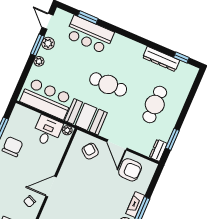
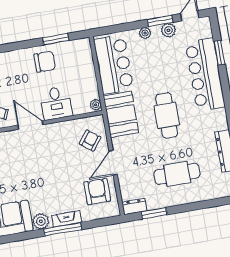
bar counter: (90, 35) -> (205, 75), width x1.36
desk: (47, 131) -> (56, 103), moved, turned 90
armchair: (130, 170) -> (97, 191), turned 180

